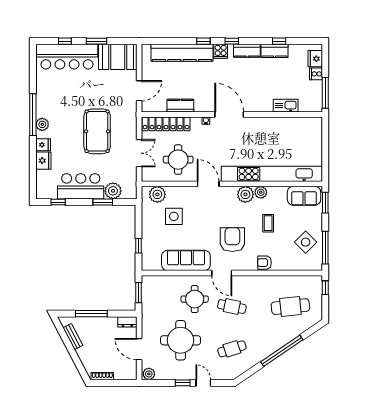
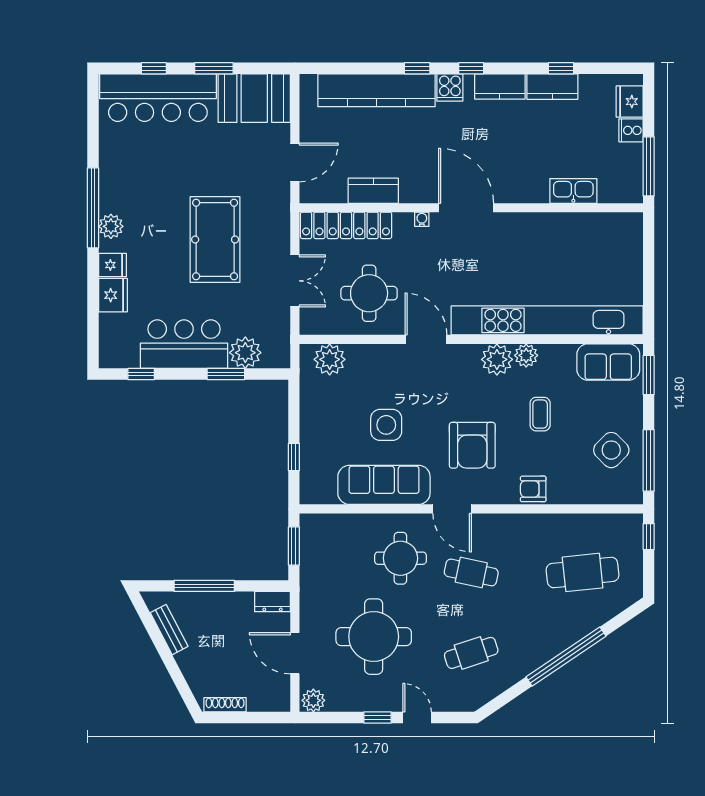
side table: (174, 216) -> (386, 425), moved
armchair: (232, 240) -> (472, 445), turned 180

